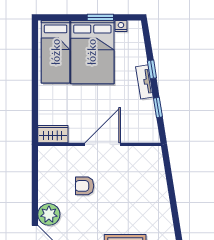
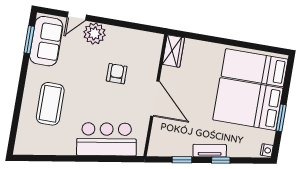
nightstand: (121, 26) -> (267, 150), moved
bar counter: (151, 185) -> (107, 139), added

